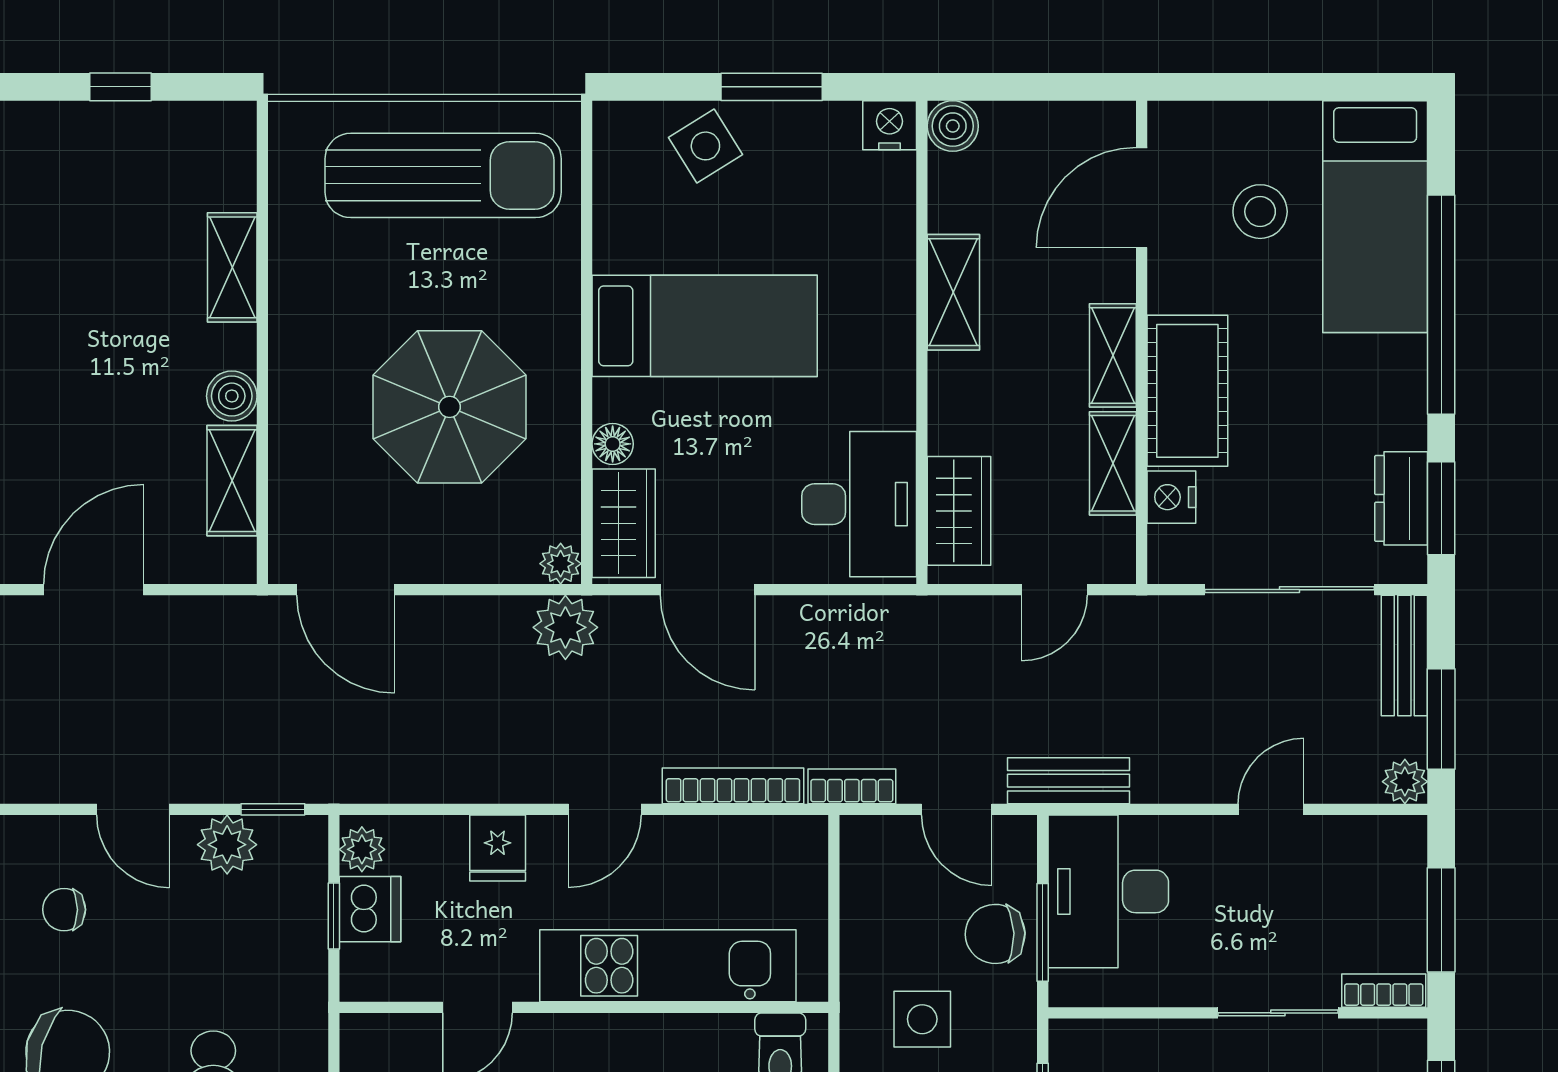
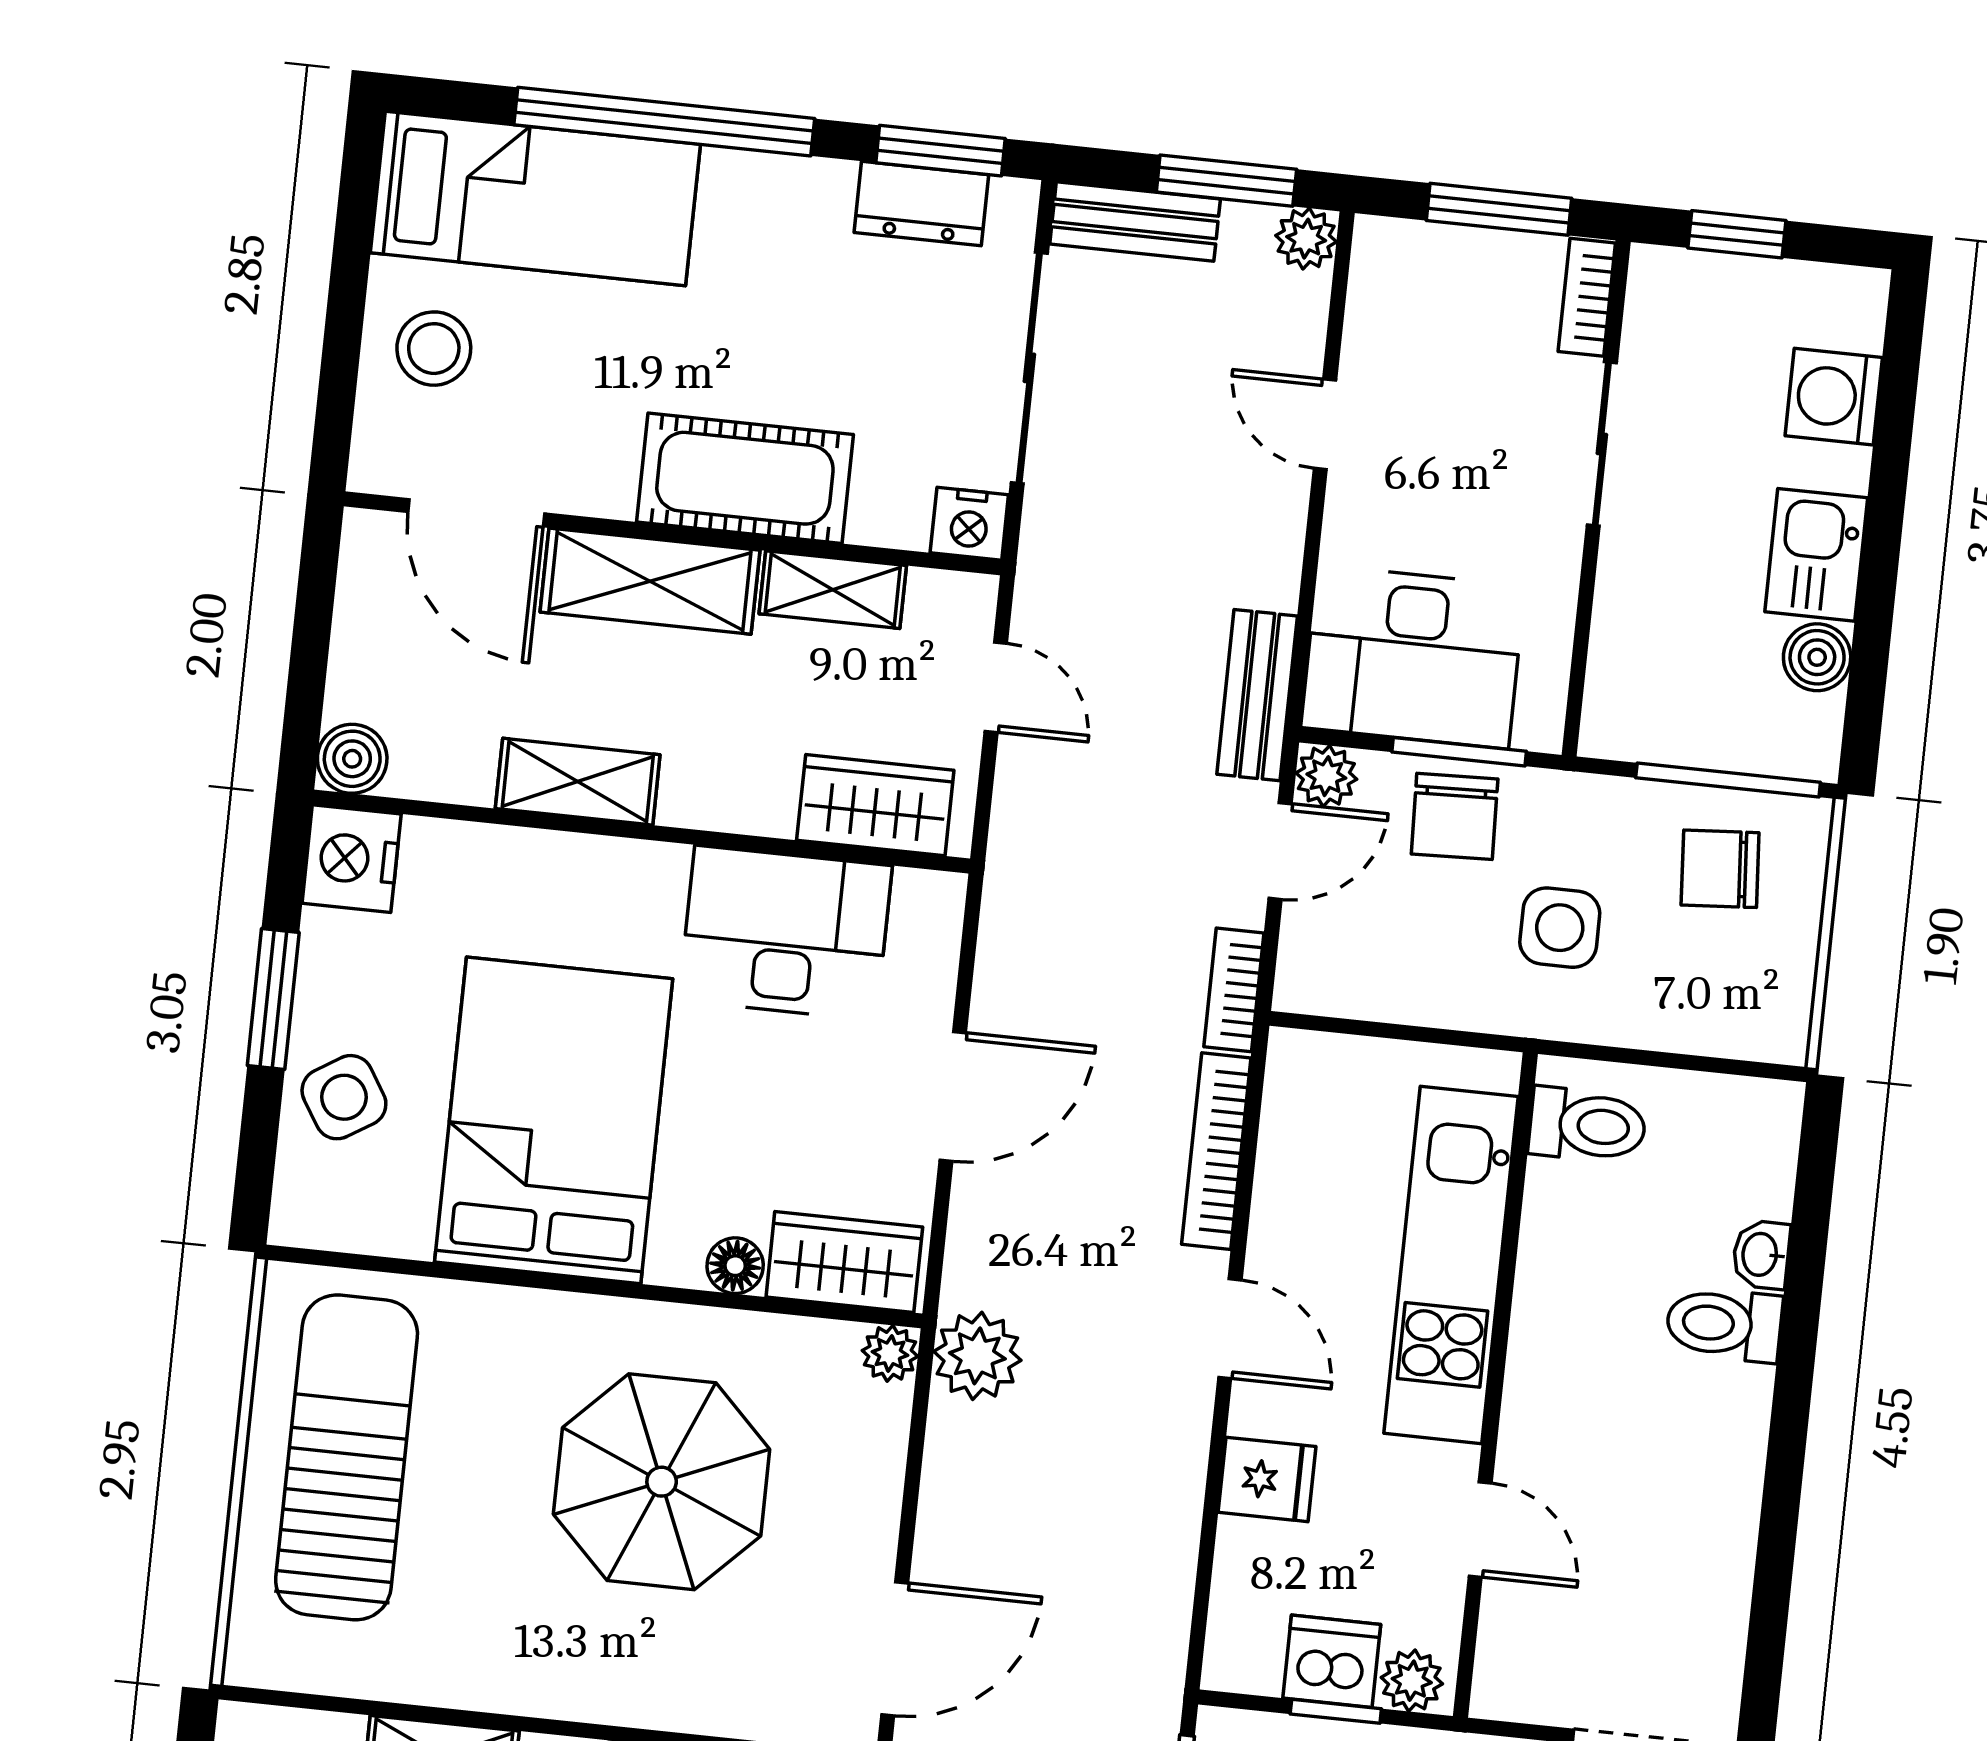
nightstand: (890, 125) -> (352, 859), width x1.36, depth x1.33
stool: (1260, 212) -> (434, 349), moved
bed: (705, 326) -> (554, 1120), width x1.50
shelving: (1113, 355) -> (650, 581), width x1.50, depth x1.33
nightstand: (1171, 497) -> (969, 524), moved
desk: (859, 504) -> (785, 933), moved
door: (708, 590) -> (953, 1096), moved
plant: (1015, 837) -> (1326, 776), added
plant: (362, 849) -> (1412, 1681), moved

